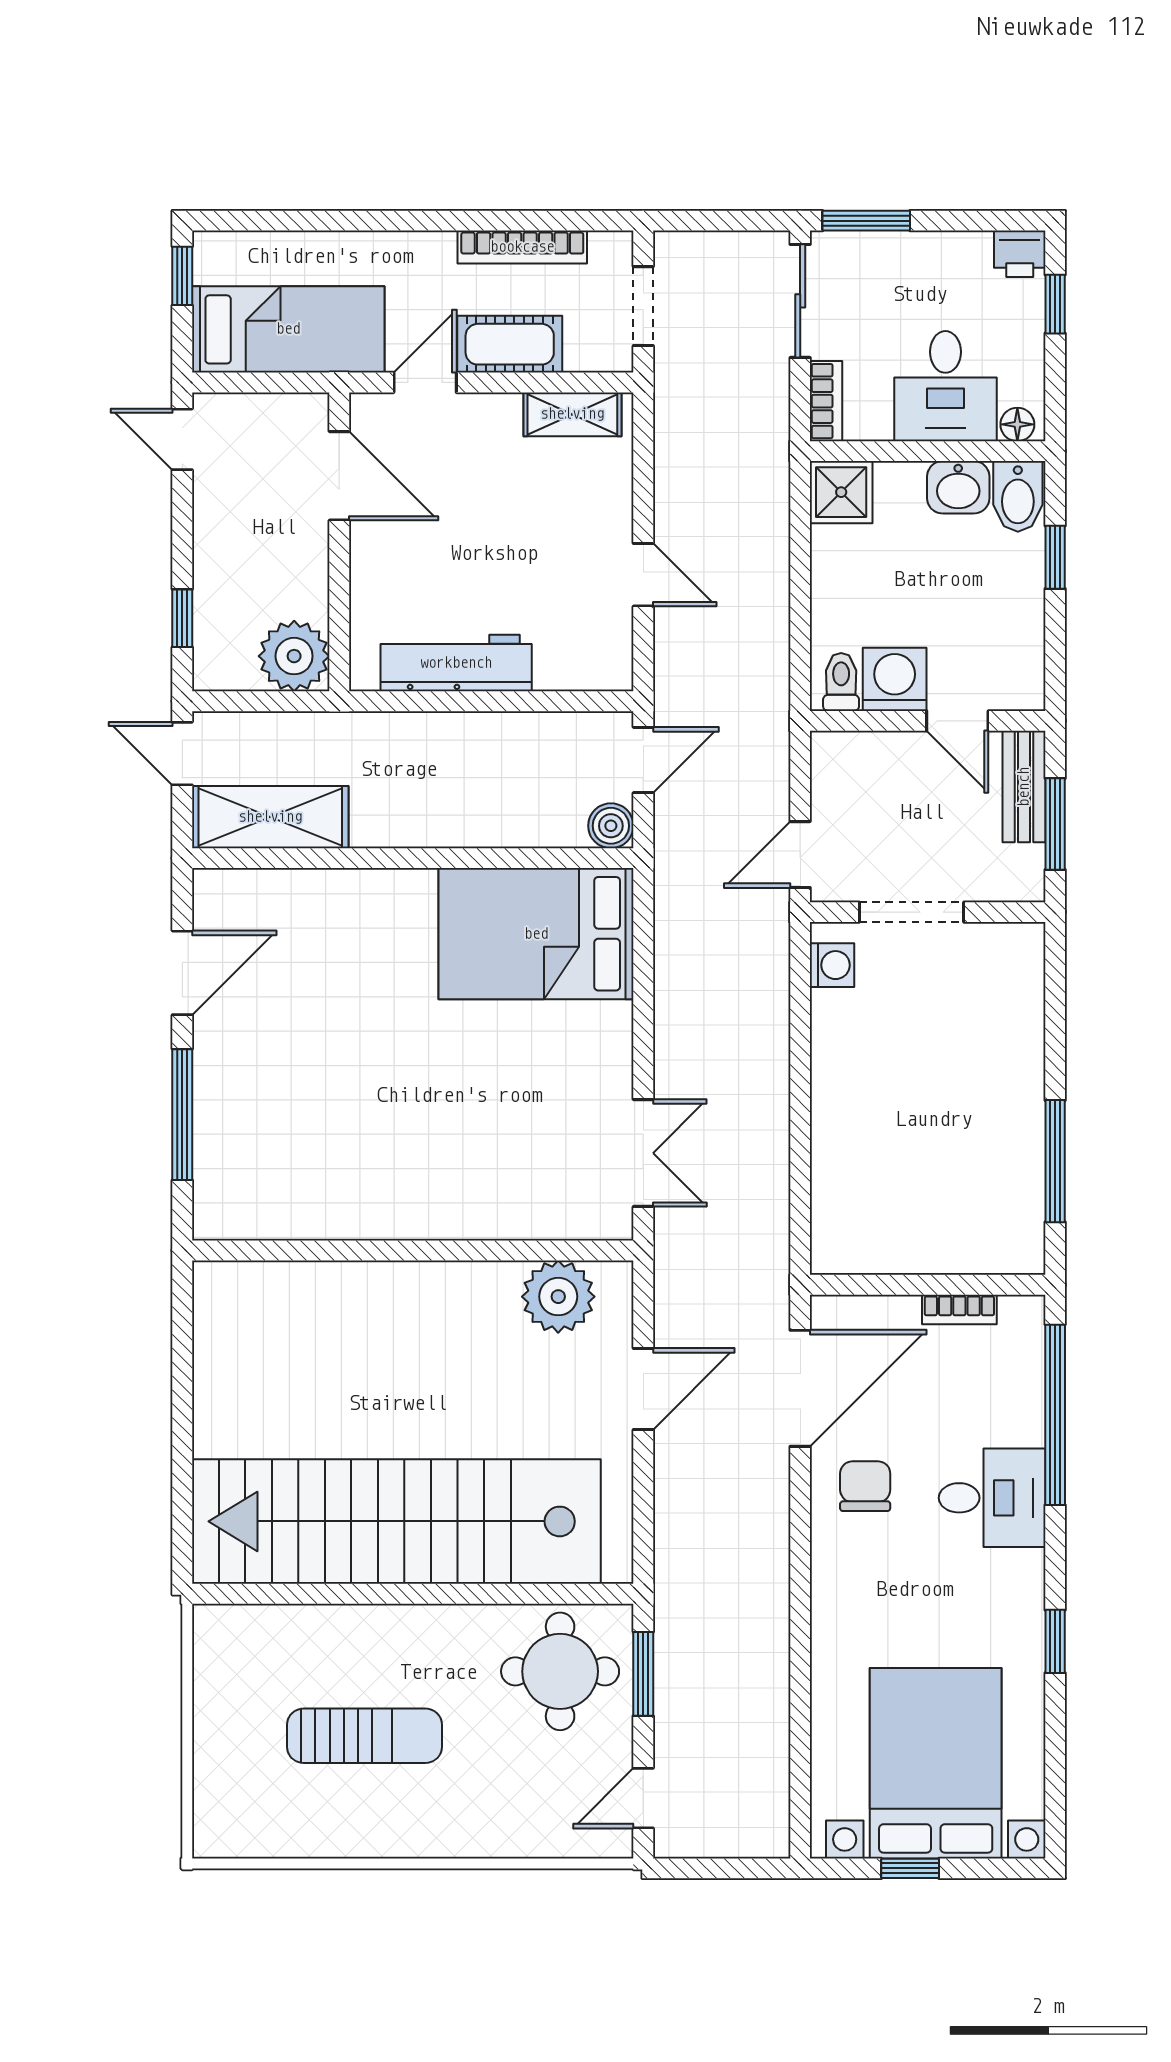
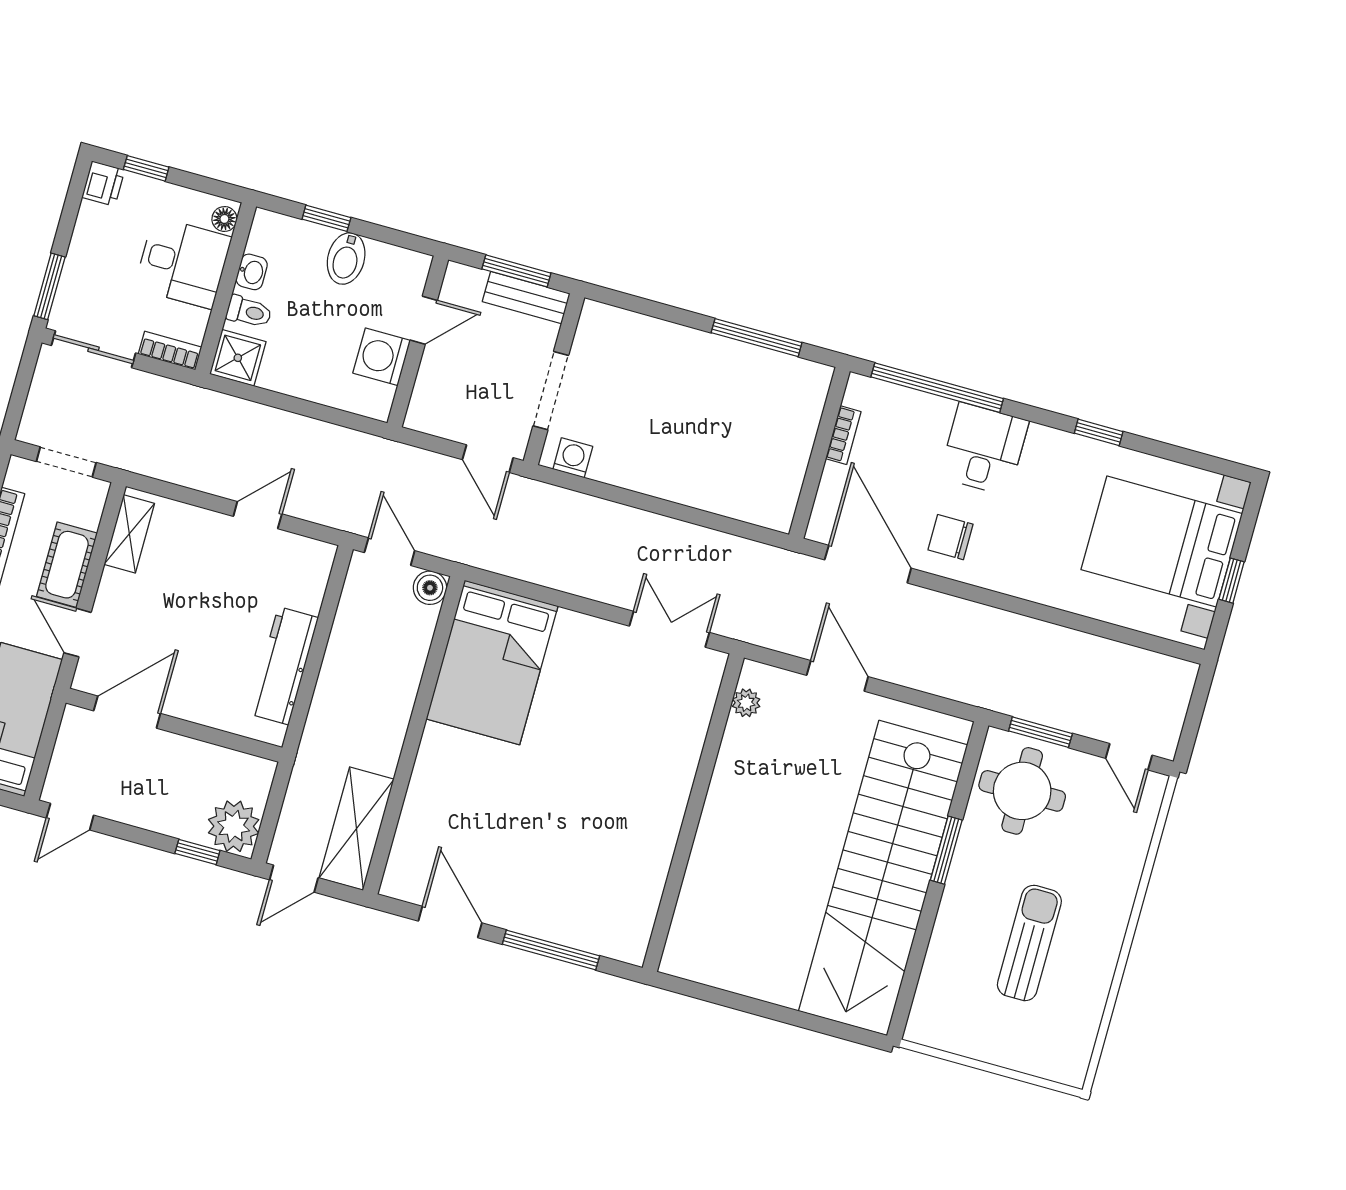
washbasin: (958, 487) -> (252, 272), width x0.72, depth x0.69
bidet: (1018, 496) -> (346, 258), moved, turned 90
plant: (294, 656) -> (234, 826), moved
toilet: (841, 682) -> (249, 312), moved, turned 180
bench: (1024, 787) -> (526, 298), moved
plant: (558, 1297) -> (746, 703), width x0.53, depth x0.53
window: (455, 1594) -> (946, 850), added

